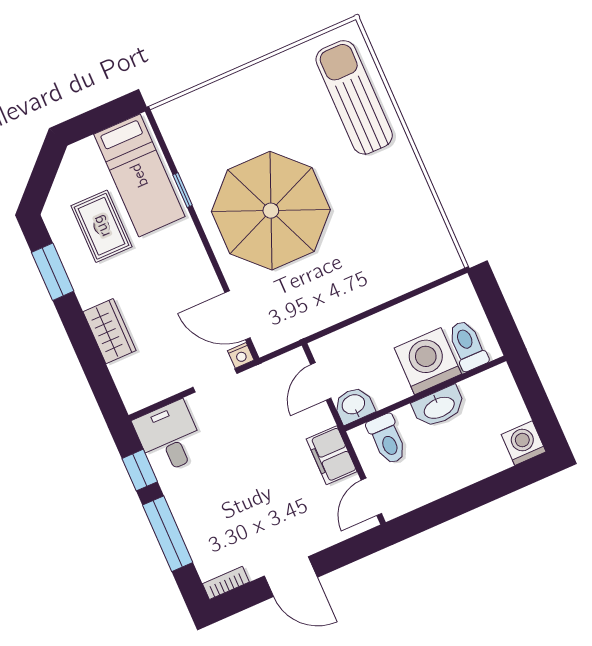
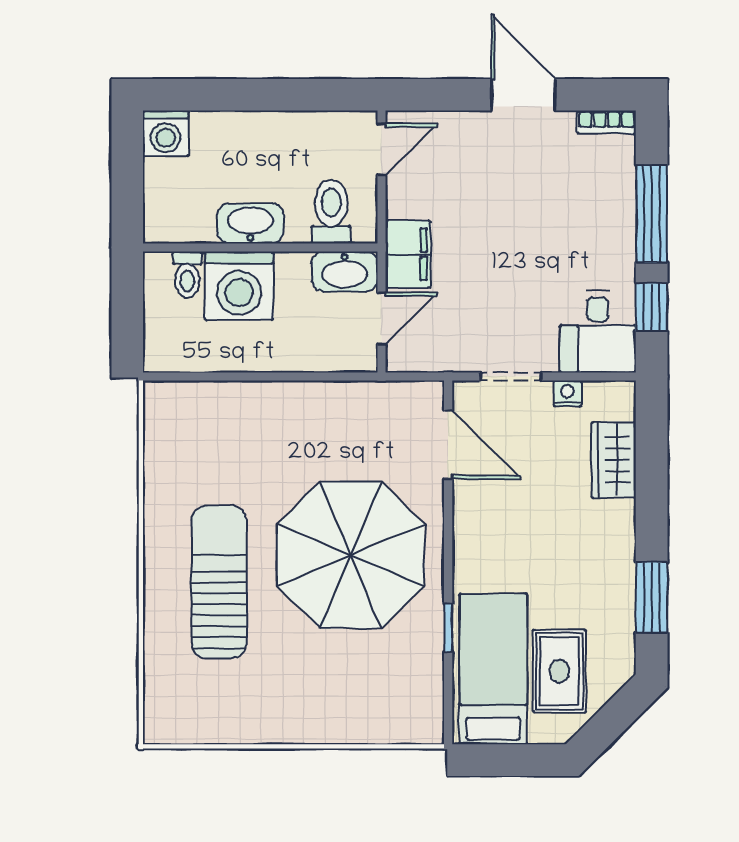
sun lounger: (354, 97) -> (219, 582), moved, turned 180
rug: (101, 226) -> (559, 671), moved
wardrobe: (110, 331) -> (614, 460), moved
toilet: (467, 345) -> (187, 275), width x0.73, depth x0.72
nightstand: (241, 355) -> (567, 393), moved
washbasin: (354, 405) -> (345, 272), width x1.38
filing cabinet: (332, 455) -> (408, 254), moved

